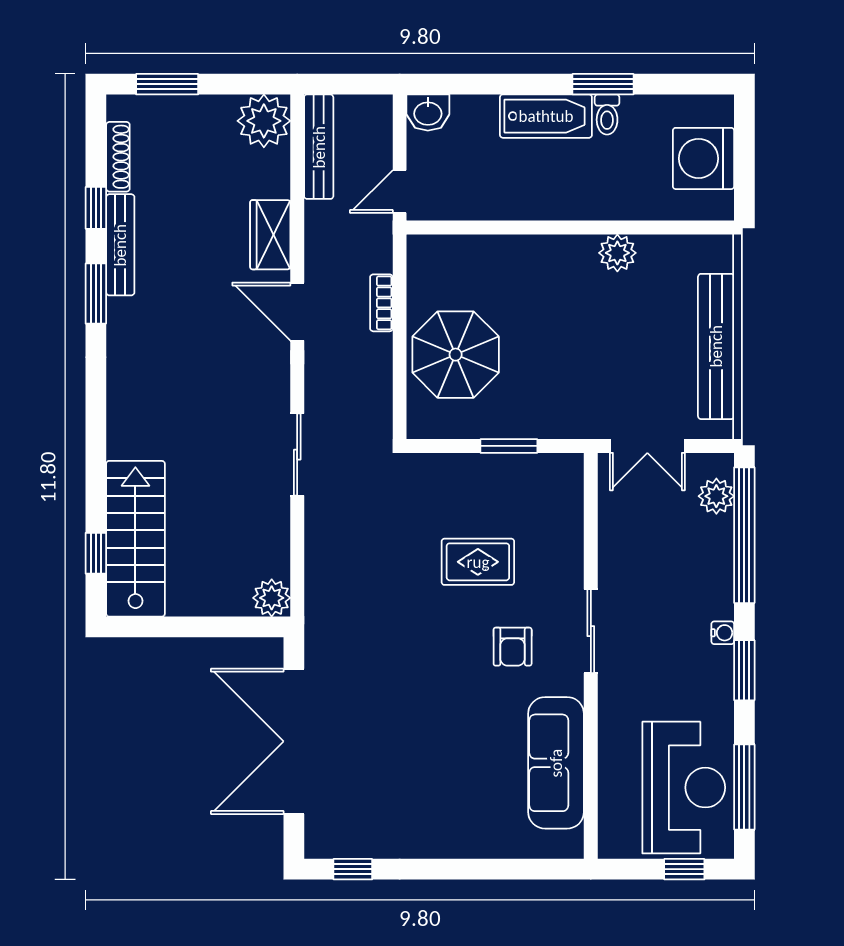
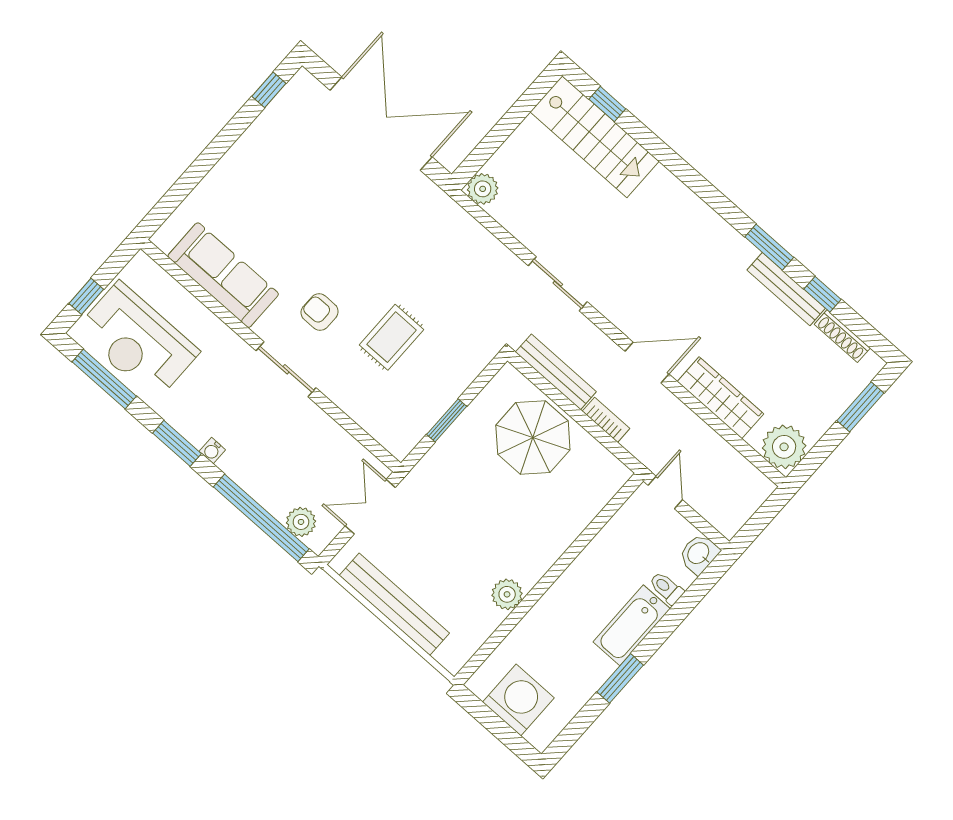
toilet: (607, 115) -> (666, 588), moved
bench: (319, 147) -> (556, 372), moved
wardrobe: (270, 235) -> (720, 398), width x1.50

